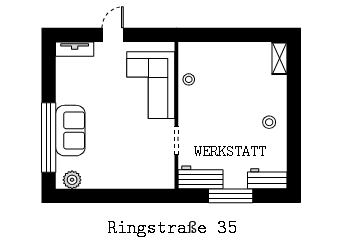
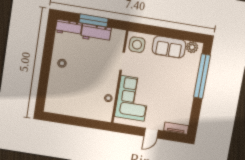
shelving: (279, 58) -> (50, 102), removed
sofa: (70, 131) -> (169, 47), moved, turned -90
side table: (158, 170) -> (137, 45), added
workbench: (201, 177) -> (96, 33), moved

